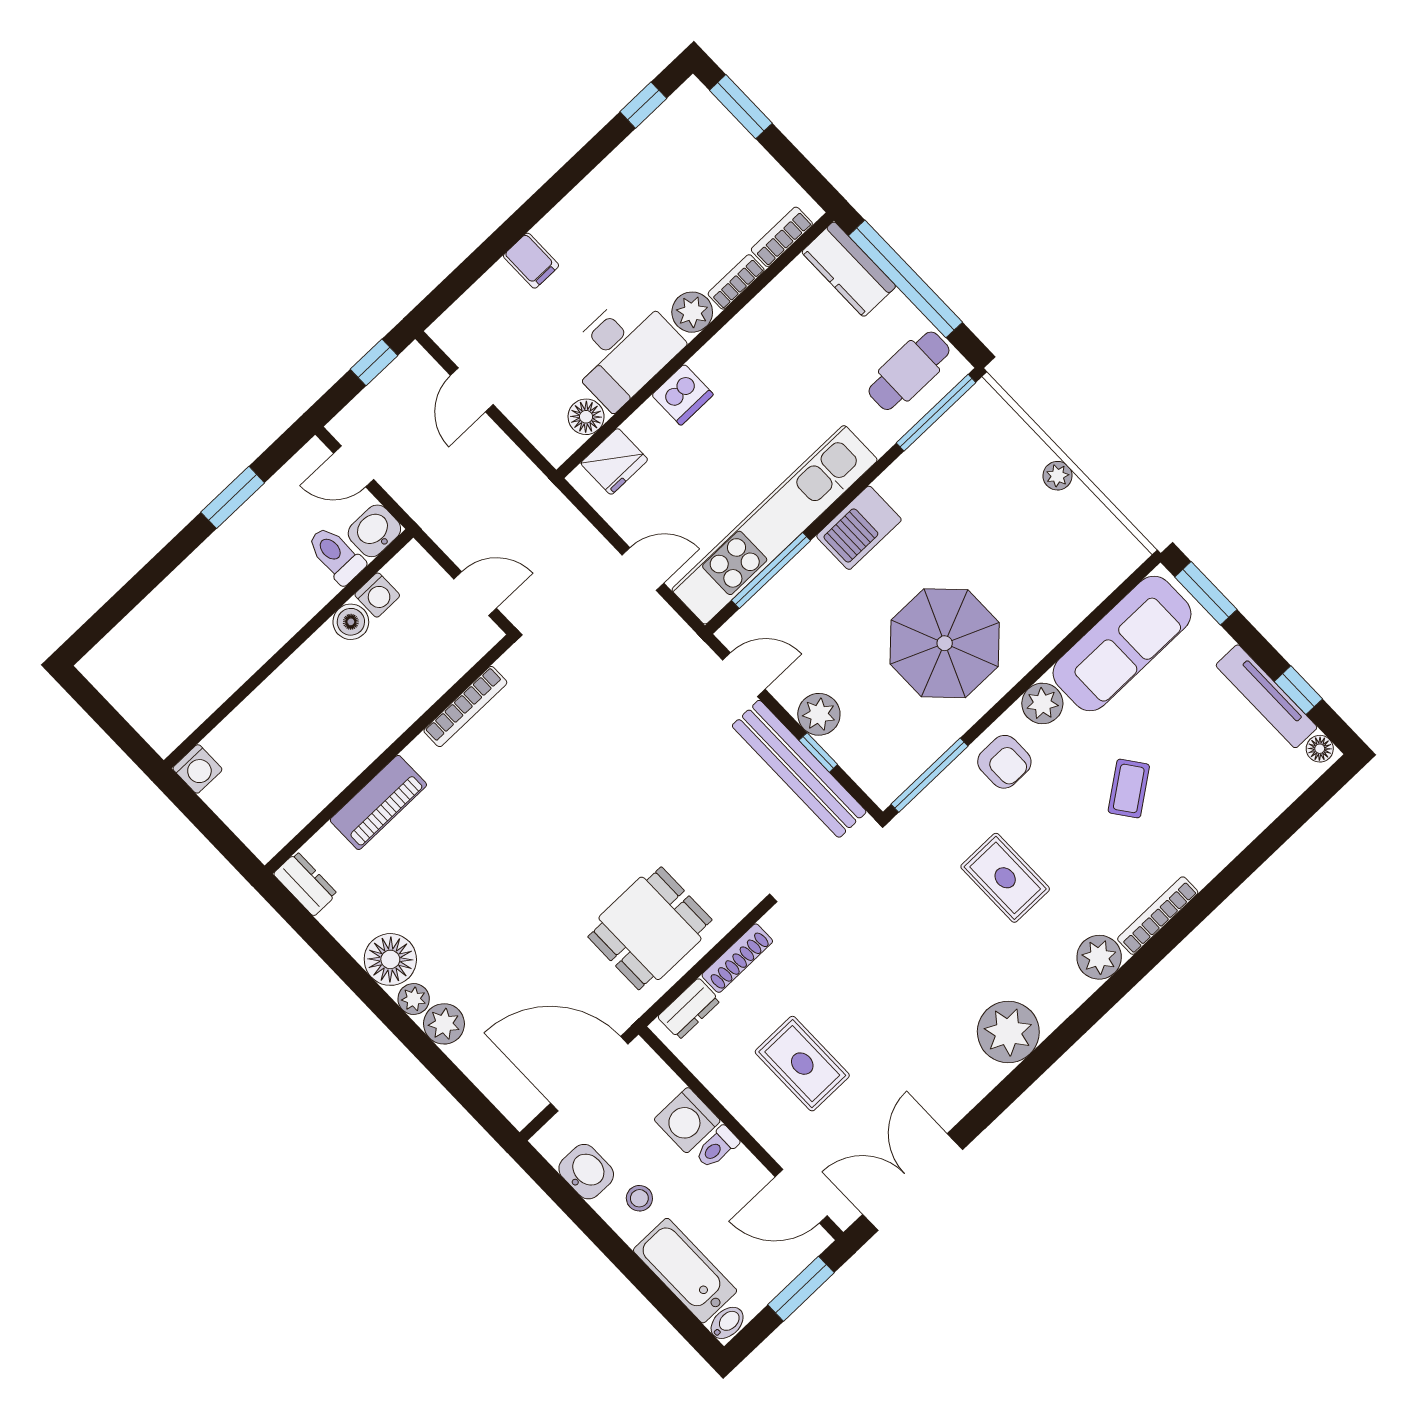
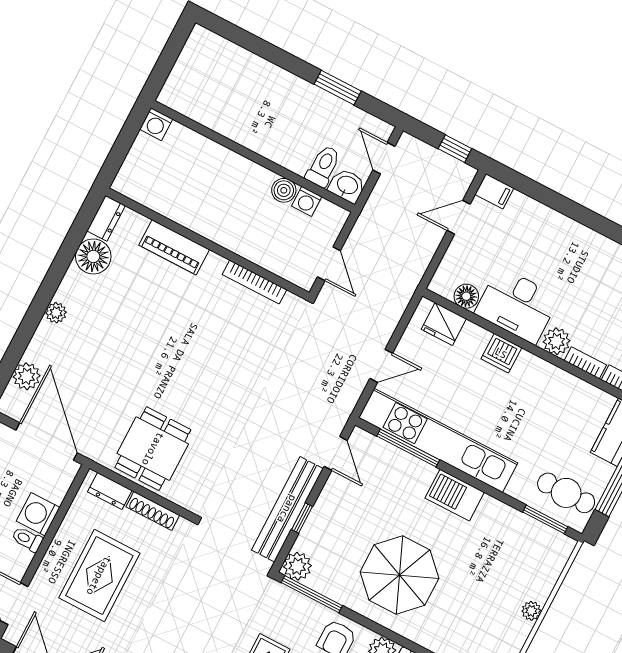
filing cabinet: (531, 261) -> (494, 191), moved, turned -90
window: (936, 413) -> (545, 519), width x0.69
door: (643, 569) -> (381, 366), hinge flipped
plant: (819, 714) -> (297, 566), moved
dining table: (650, 928) -> (153, 449), turned 90
floor lamp: (390, 959) -> (93, 256), moved
plant: (444, 1024) -> (27, 376), moved
rug: (802, 1064) -> (99, 576), width x1.36, depth x1.43

